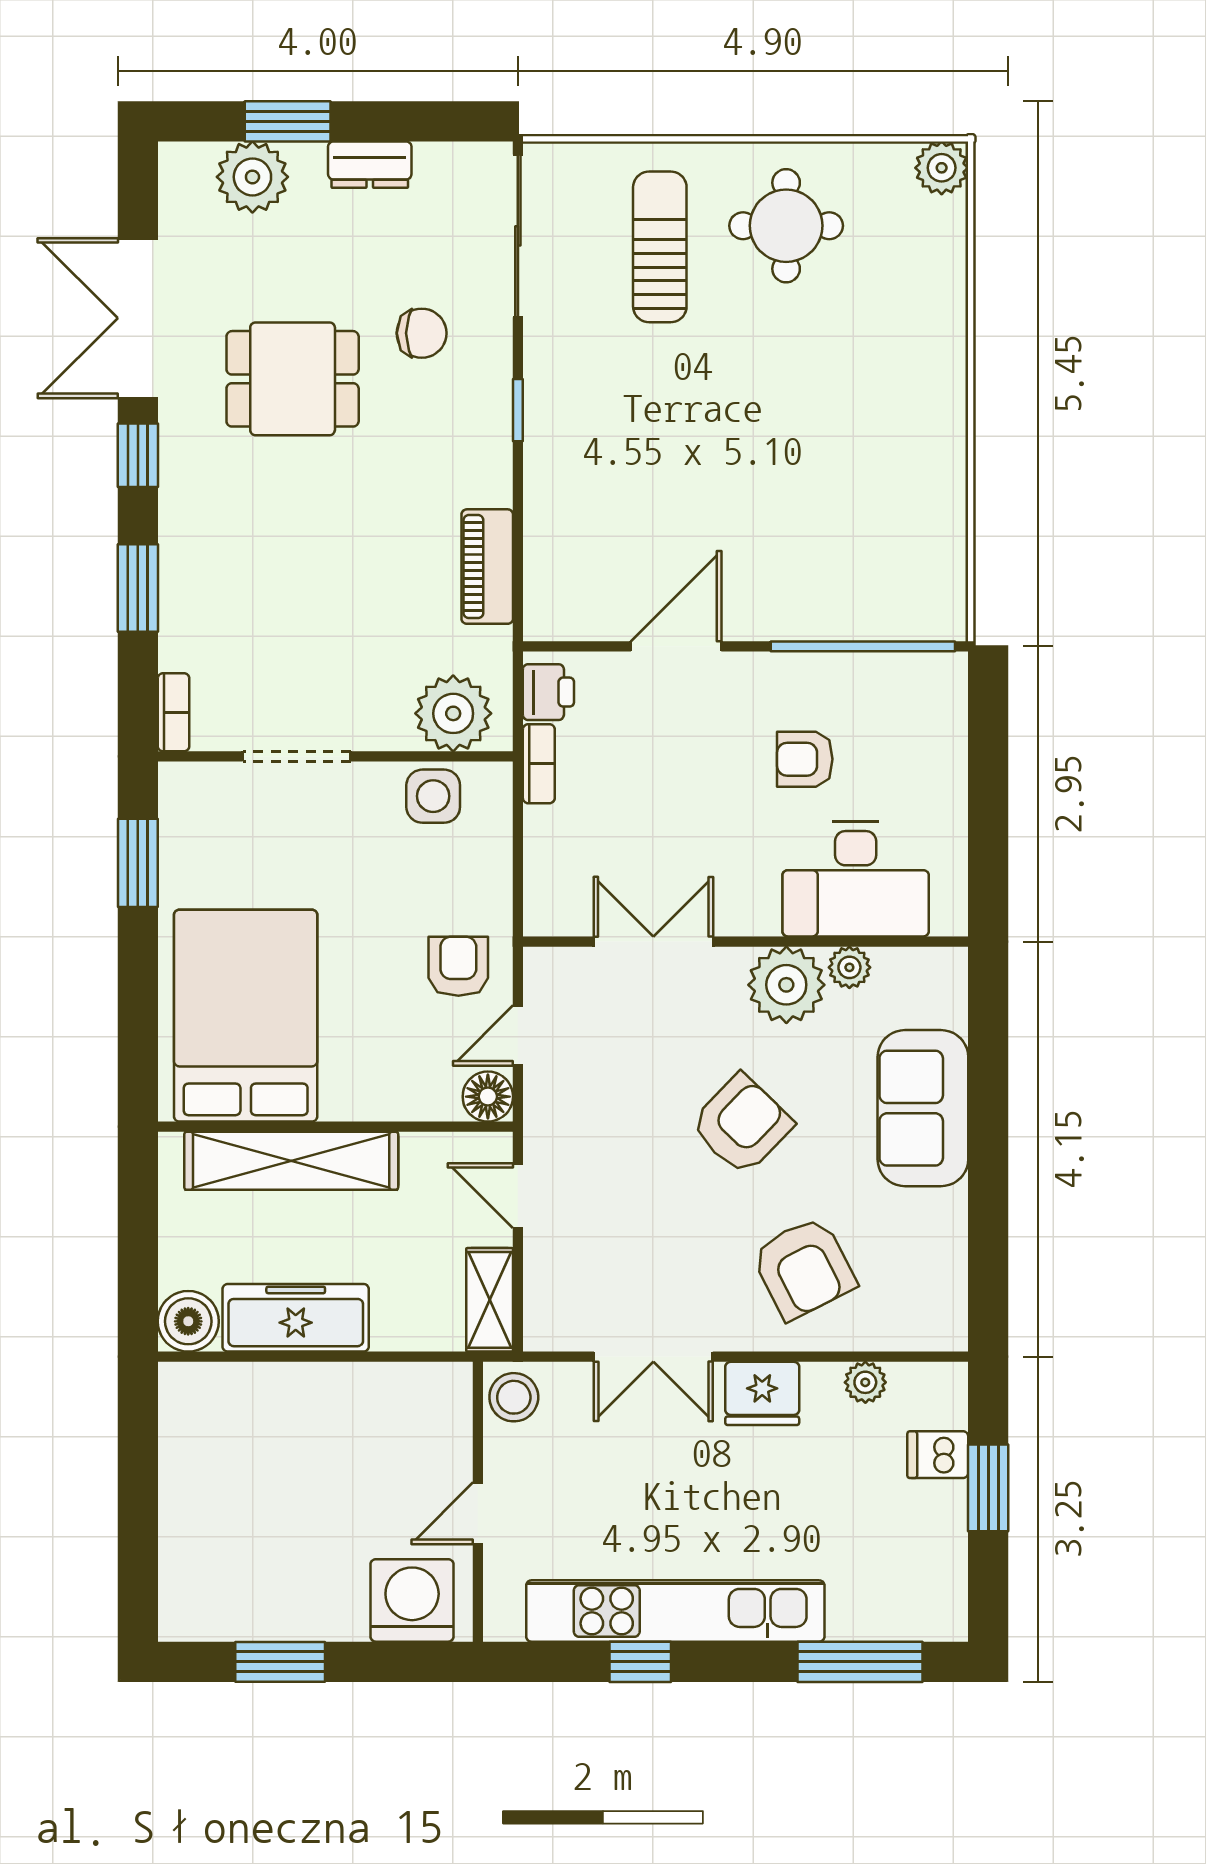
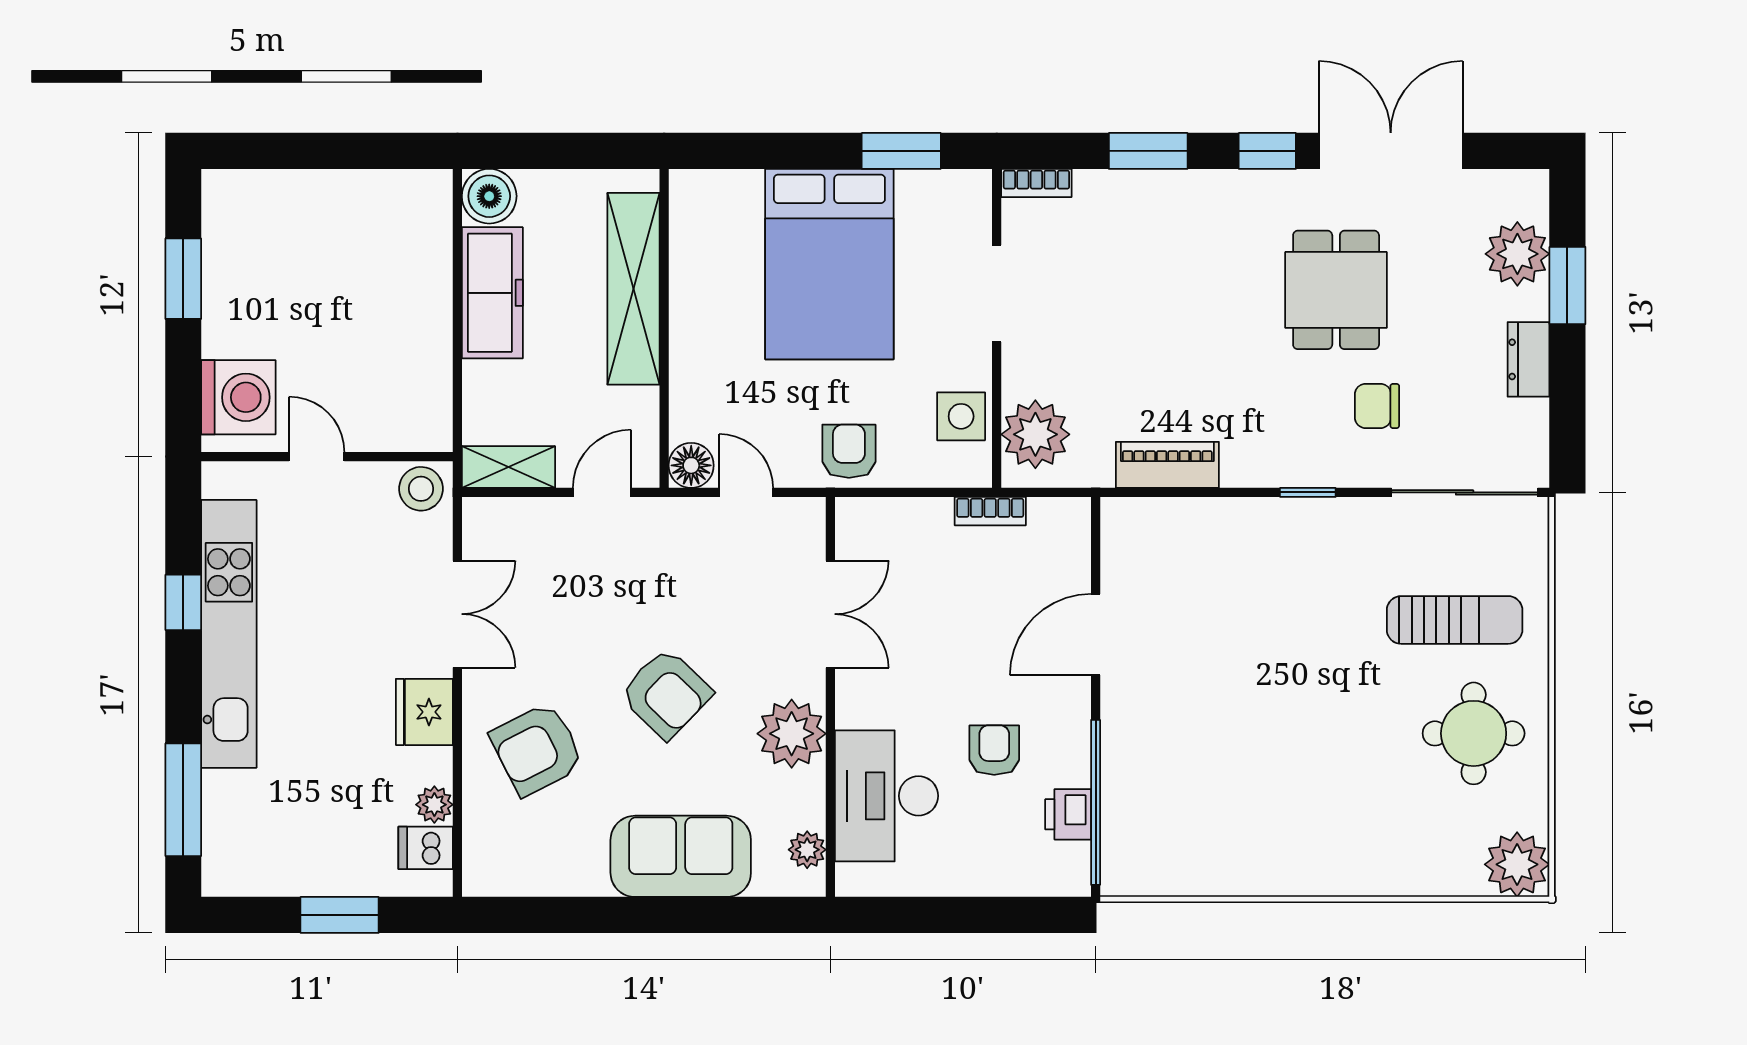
plant: (942, 168) -> (1517, 864), width x1.36, depth x1.36
chair: (422, 333) -> (1377, 406), turned 90
door: (676, 646) -> (1096, 635), swing flipped
printer: (548, 692) -> (1068, 814), moved, turned 90
armchair: (458, 966) -> (849, 451), moved, turned -90
plant: (849, 967) -> (807, 850), moved
bed: (246, 1016) -> (829, 264), moved, turned 90
double door: (653, 1357) -> (457, 614), swing flipped
dishwasher: (938, 1455) -> (426, 848), moved, turned -90

